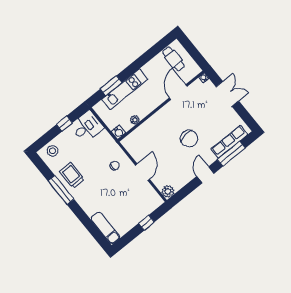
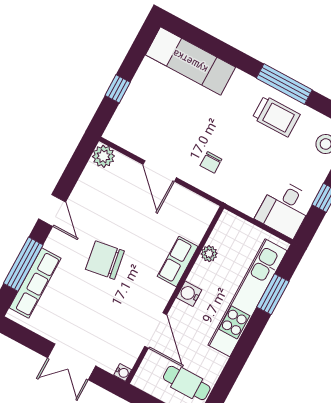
kitchen unit: (125, 89) -> (247, 298), width x1.36
row of seats: (152, 122) -> (178, 261), added
water cooler: (118, 132) -> (189, 294), moved
exam couch: (105, 228) -> (190, 61), width x1.36, depth x1.45

